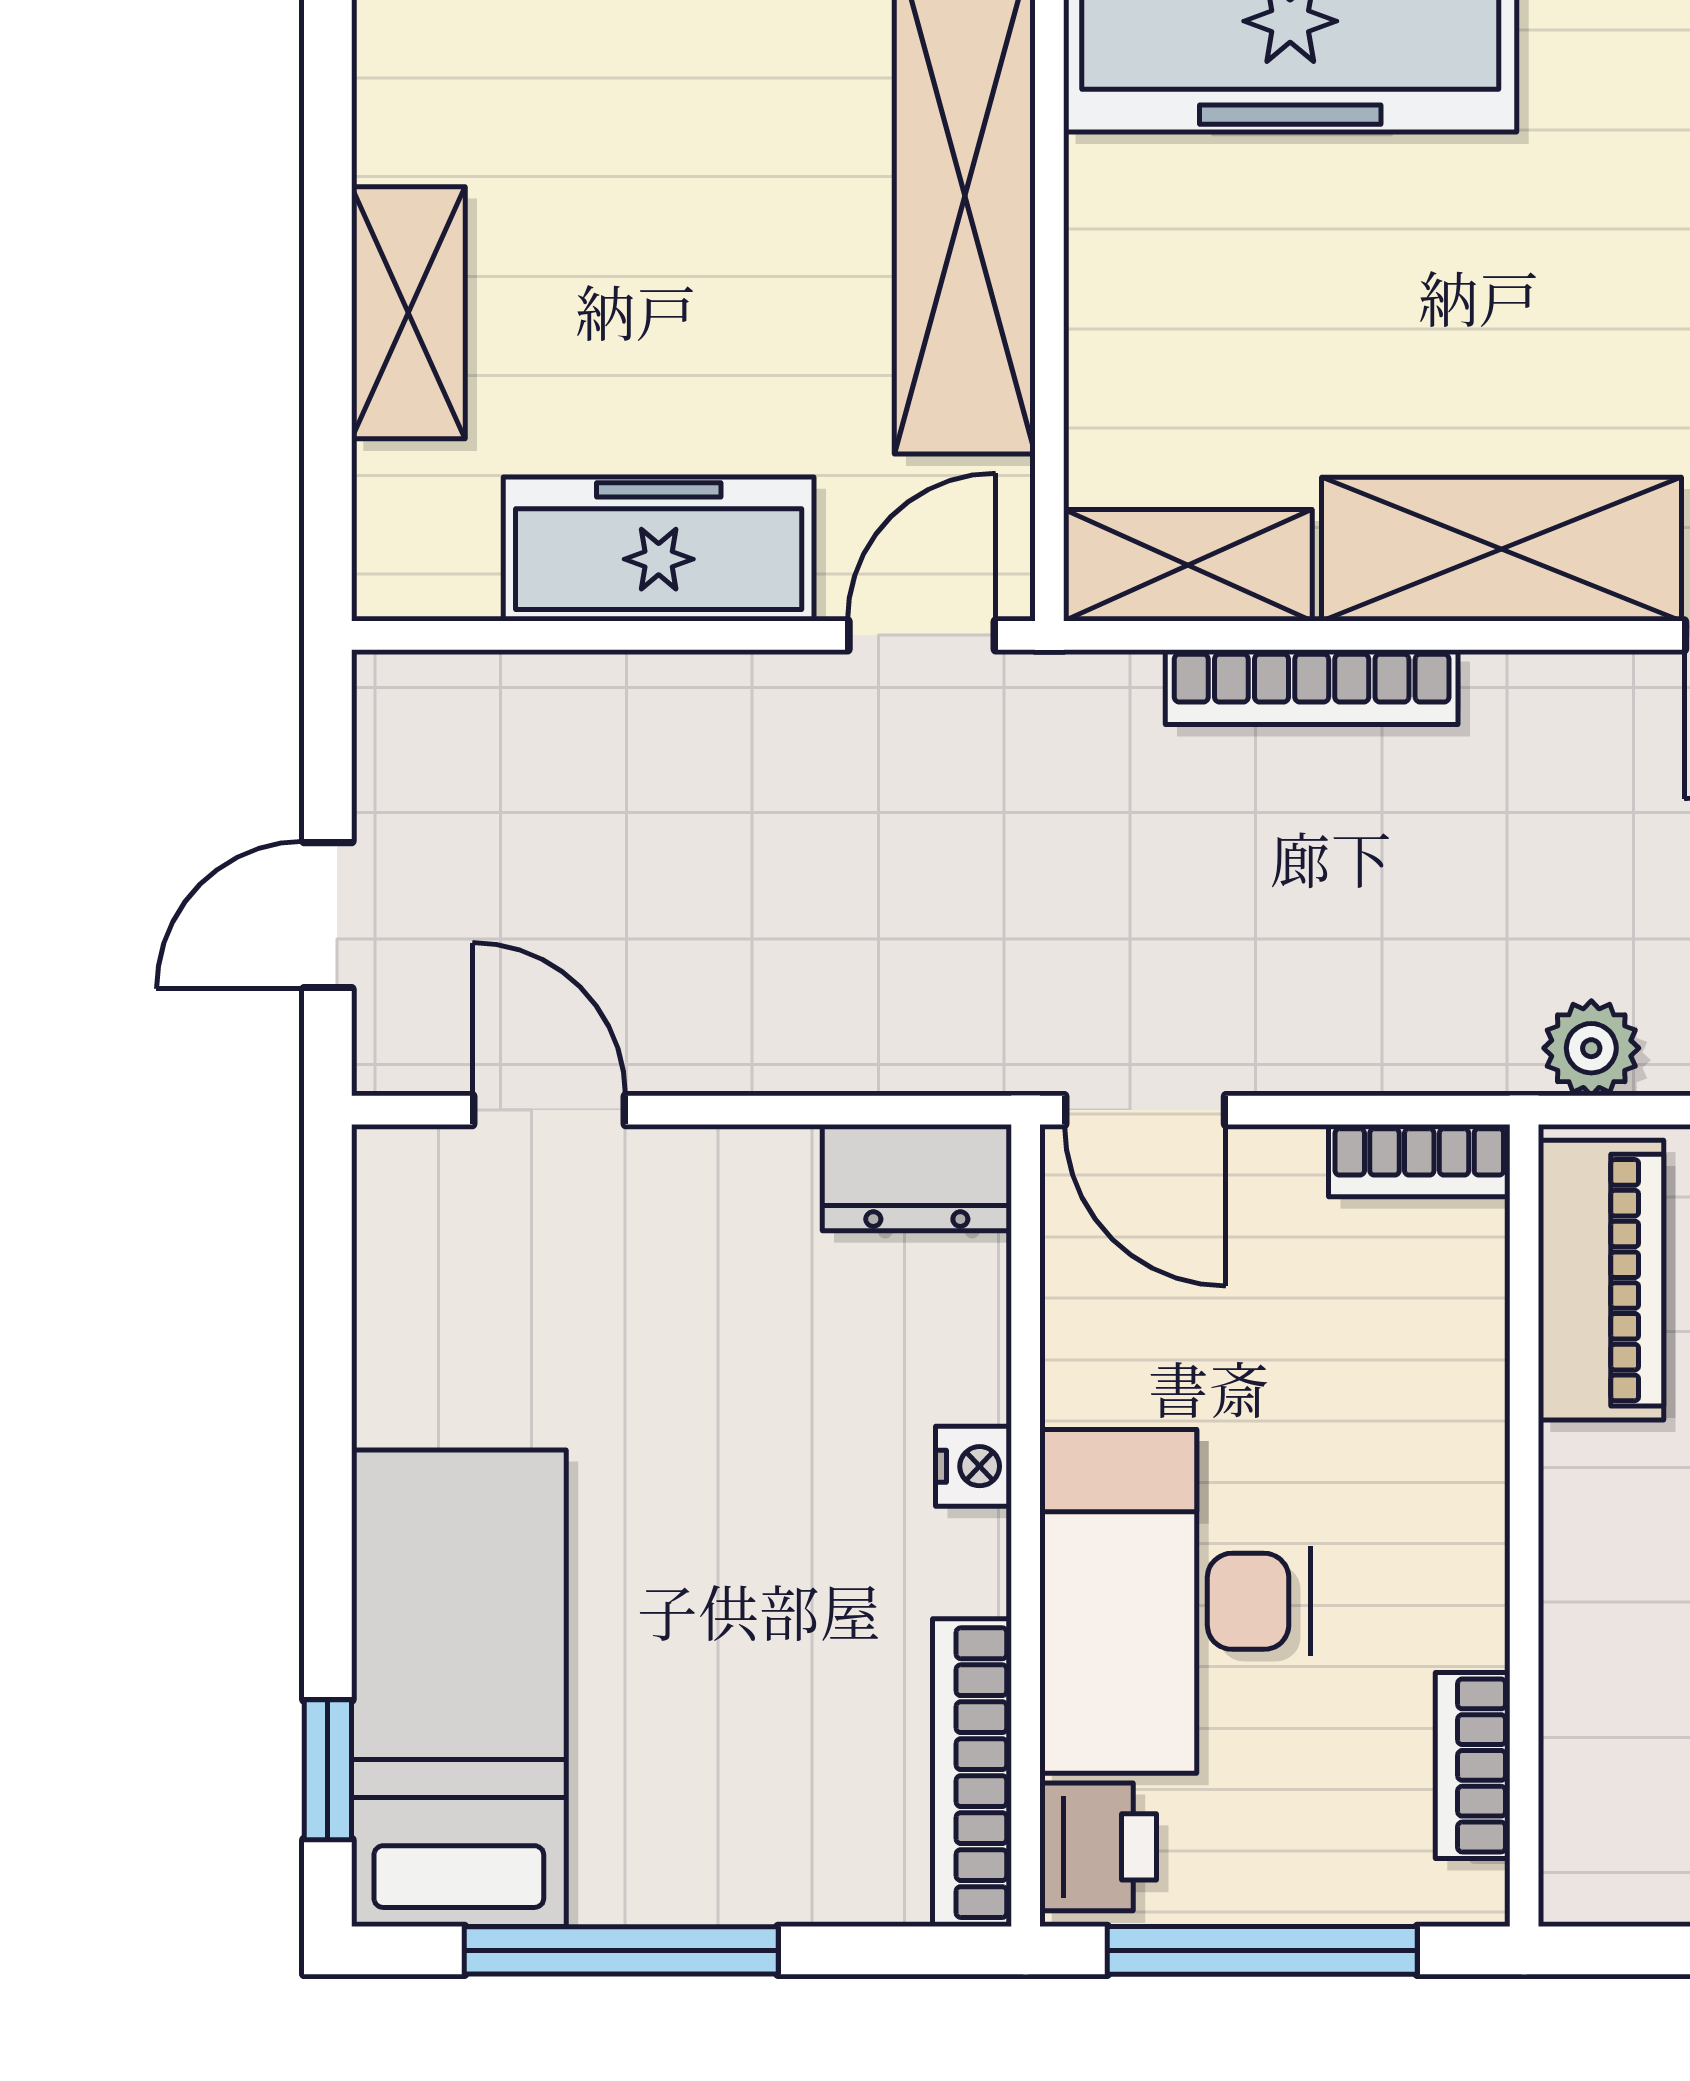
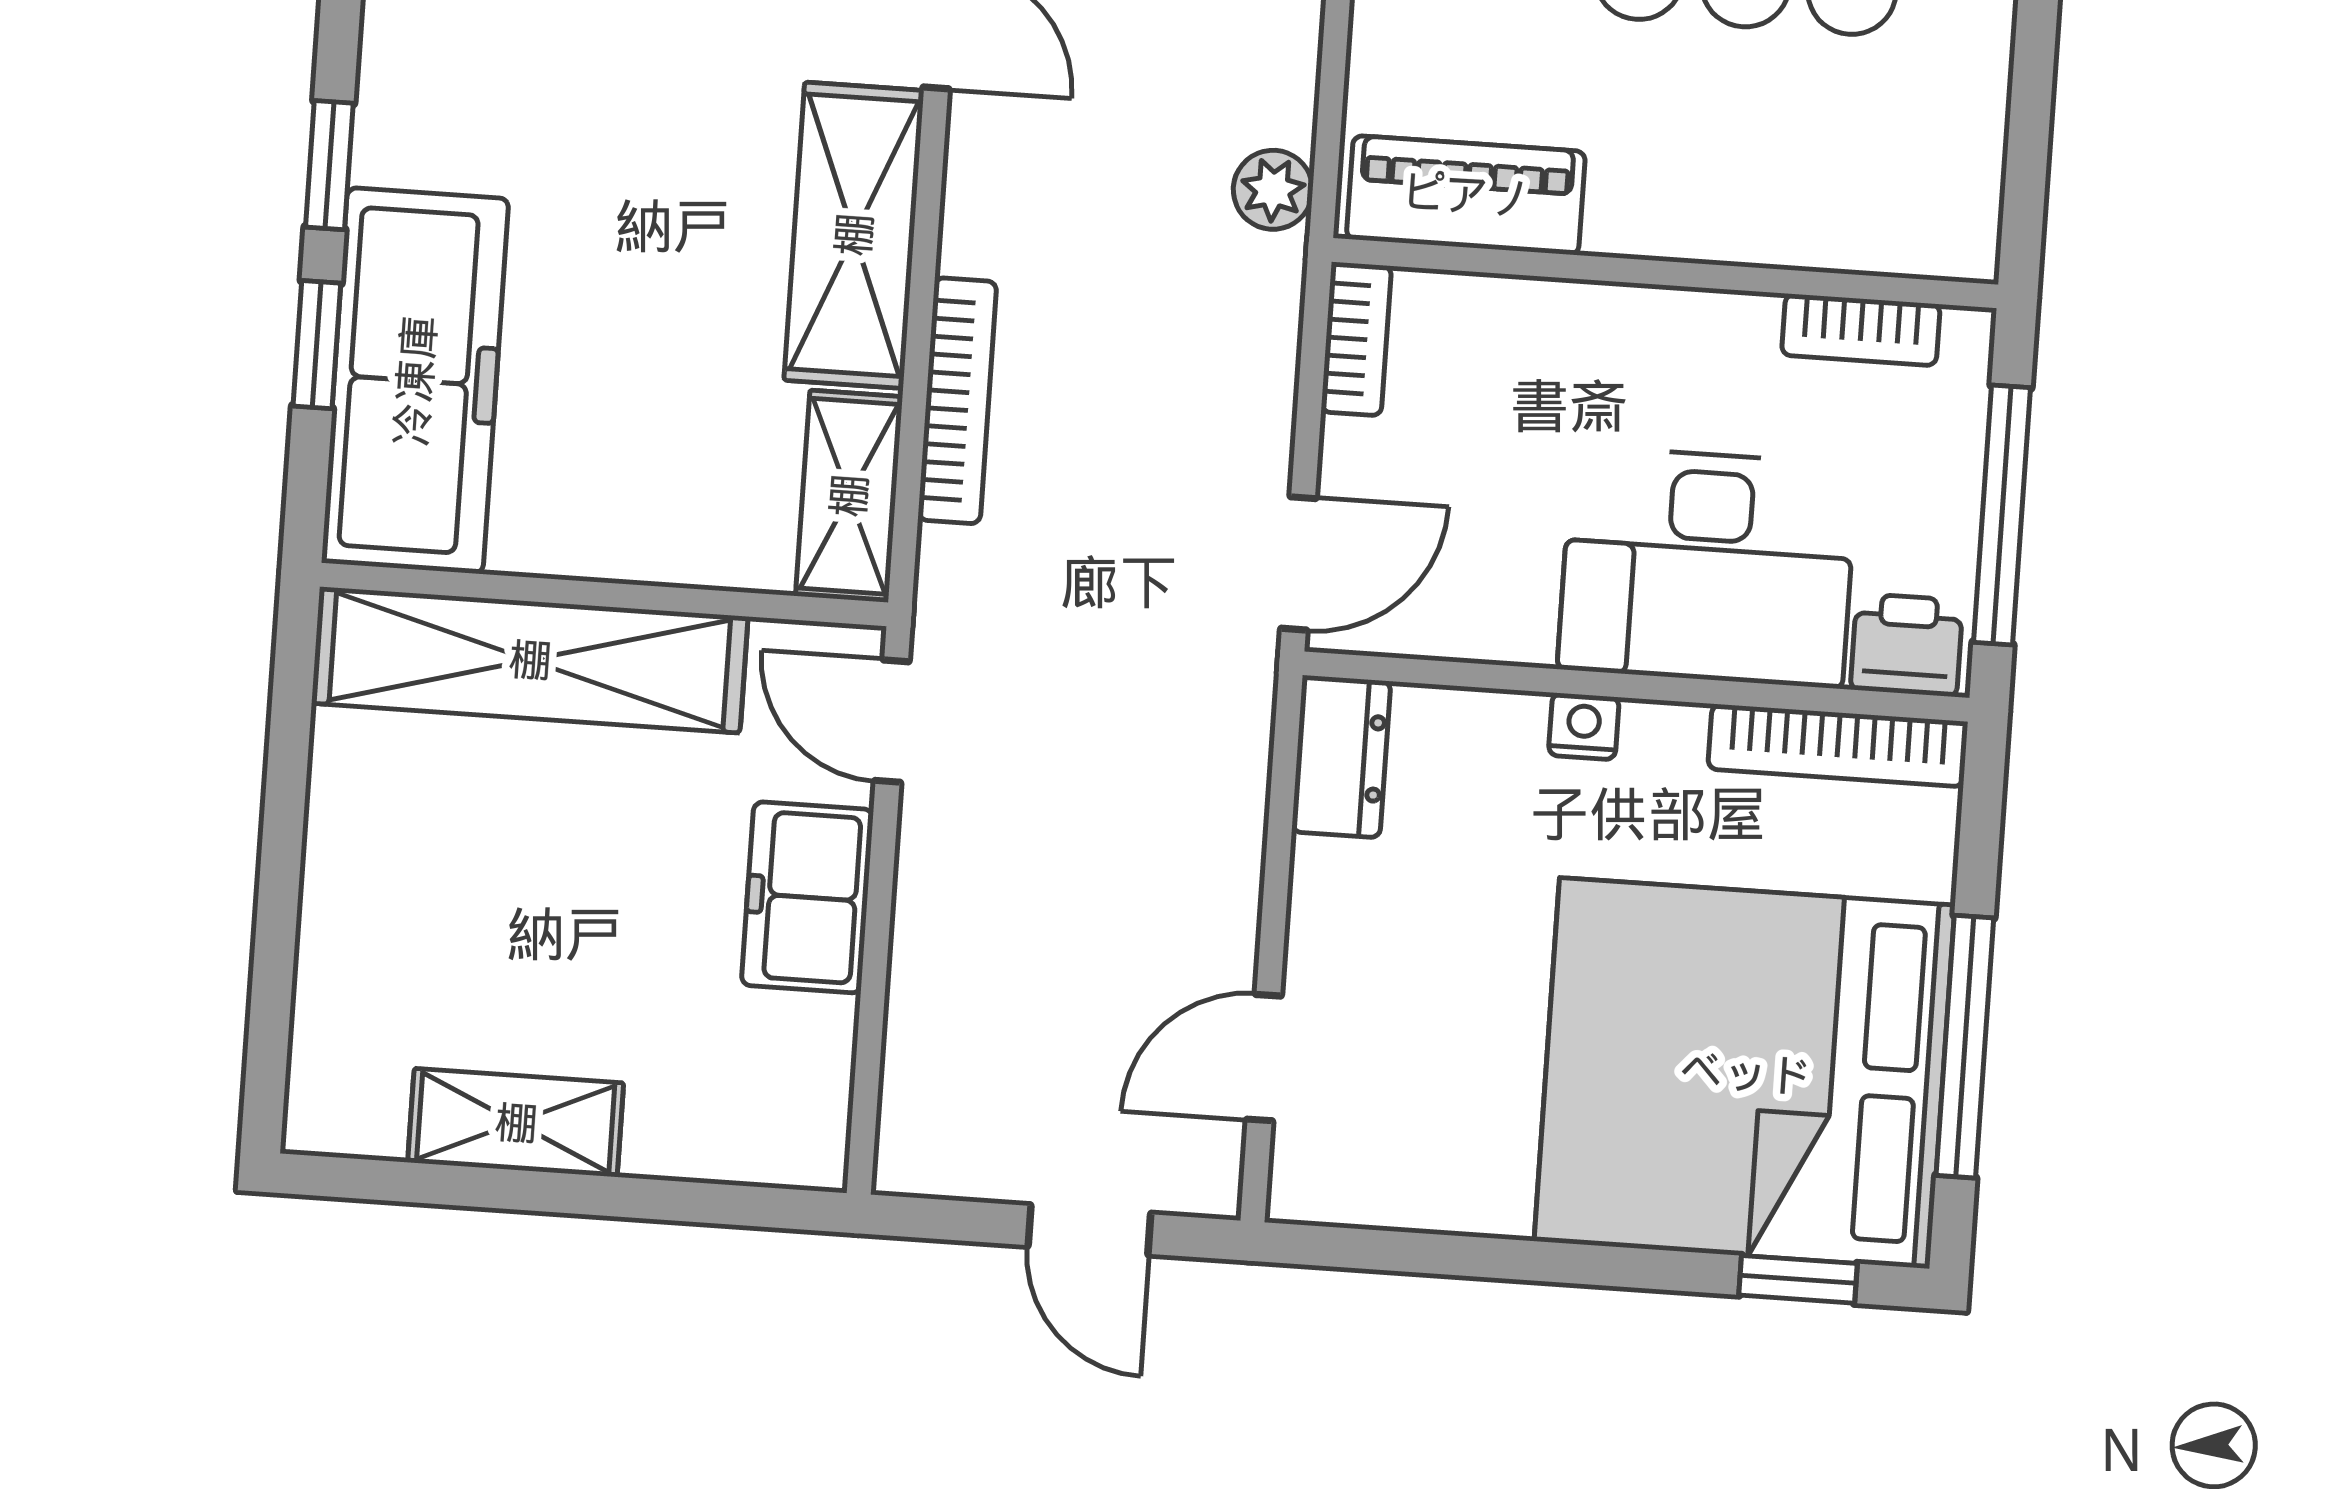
shelving: (408, 313) -> (516, 1123), moved
freezer: (659, 549) -> (808, 897), width x0.71
bed: (459, 1688) -> (1745, 1073), width x2.04

